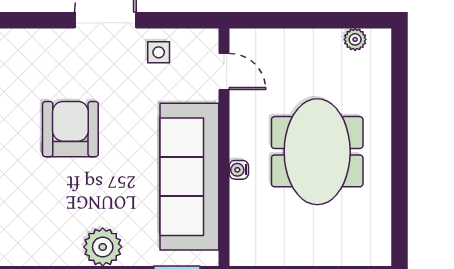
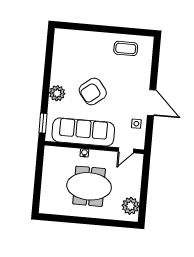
plant: (355, 39) -> (130, 206), width x1.88, depth x1.88
armchair: (70, 129) -> (93, 91), moved, turned 142

